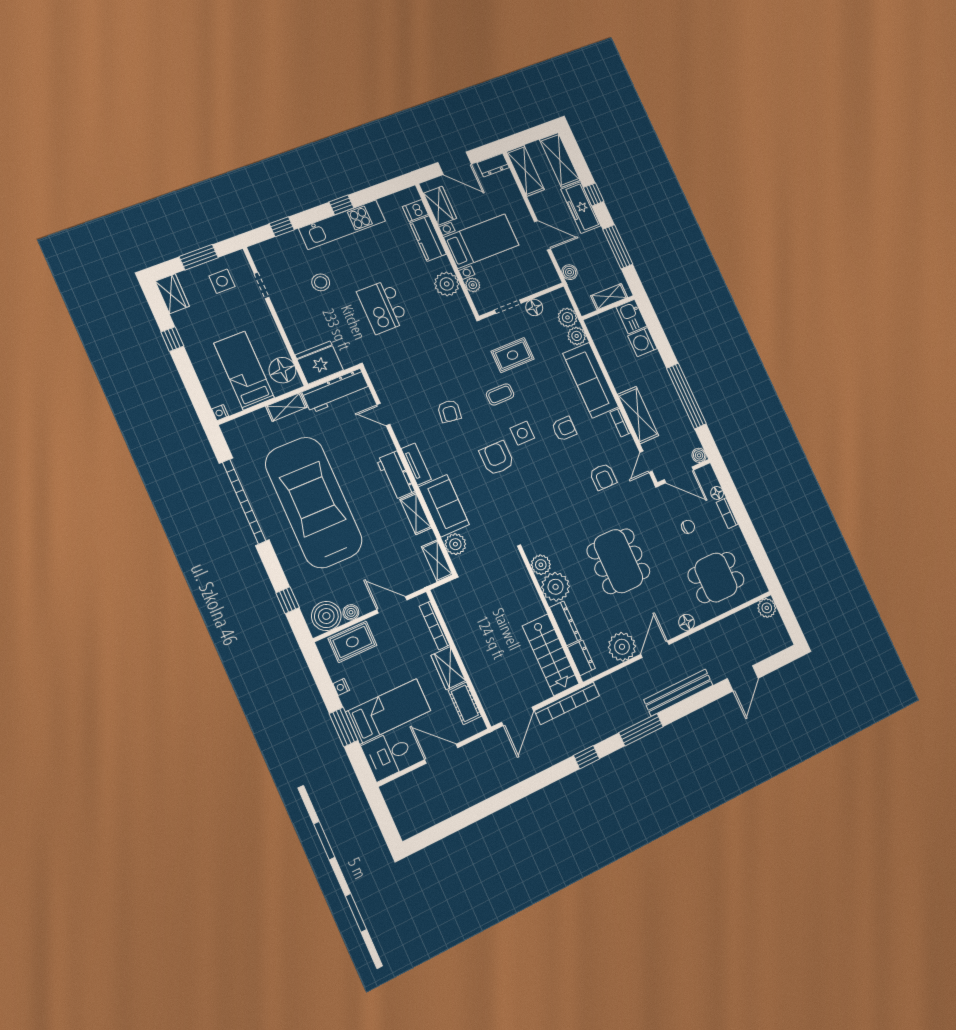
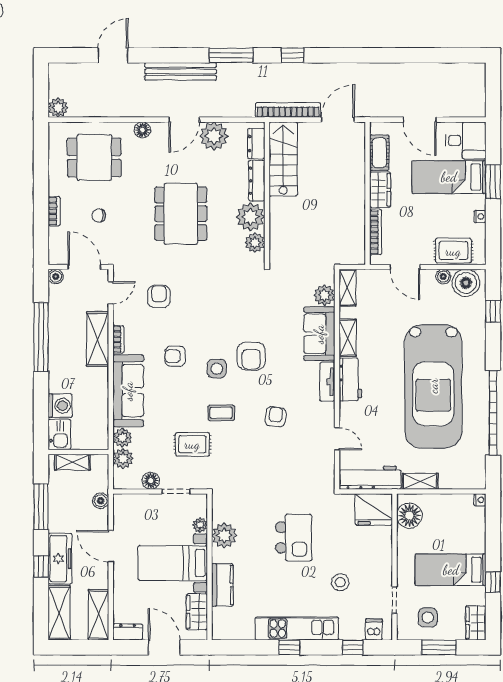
dishwasher: (415, 211) -> (374, 630), moved, turned -90
bed: (244, 371) -> (451, 570), moved, turned 90
floor lamp: (717, 493) -> (55, 234), removed

